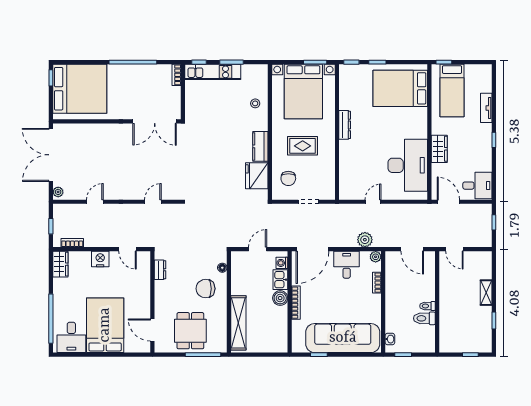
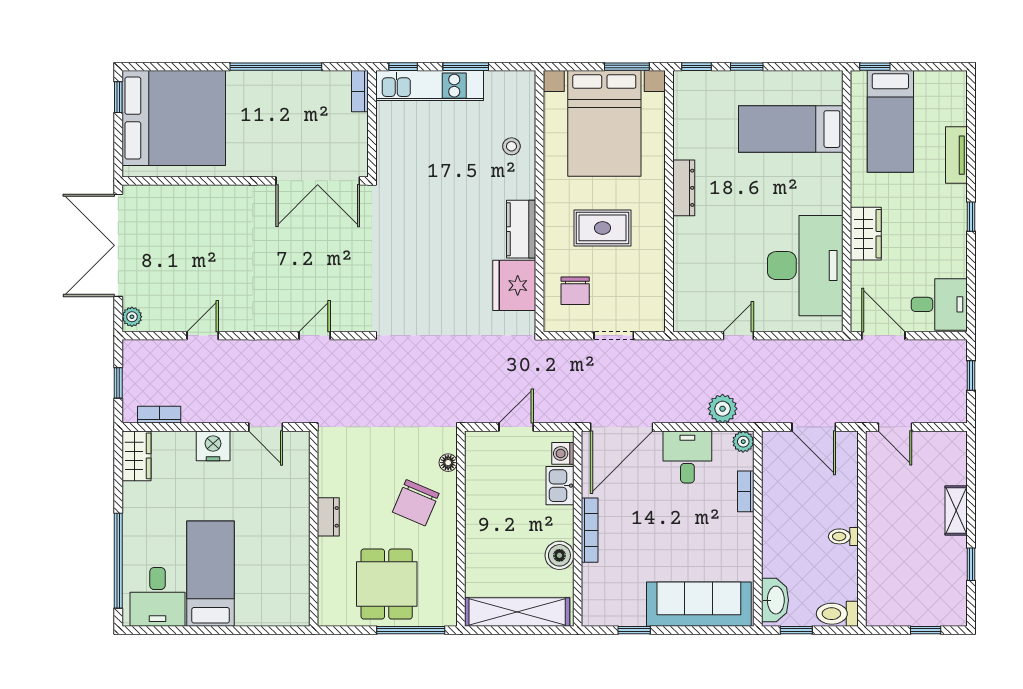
bed: (400, 88) -> (791, 129), width x0.67
dresser: (160, 270) -> (328, 517), moved
chair: (206, 289) -> (416, 503), turned -67
boiler: (280, 298) -> (559, 555), moved
toilet: (424, 318) -> (837, 614), moved
shelving: (238, 323) -> (517, 612), moved, turned 90
bed: (105, 325) -> (211, 574), width x0.67
door: (152, 330) -> (314, 583), removed
sofa: (343, 338) -> (699, 604), width x0.74, depth x0.79
washbasin: (390, 339) -> (775, 600), width x1.91, depth x1.45

